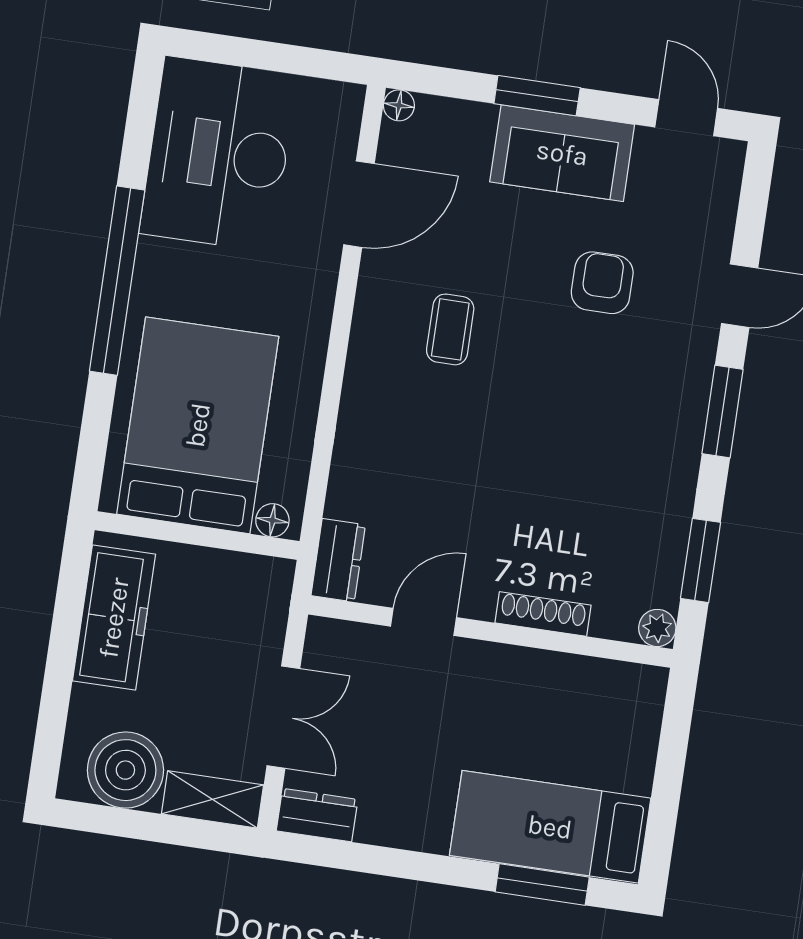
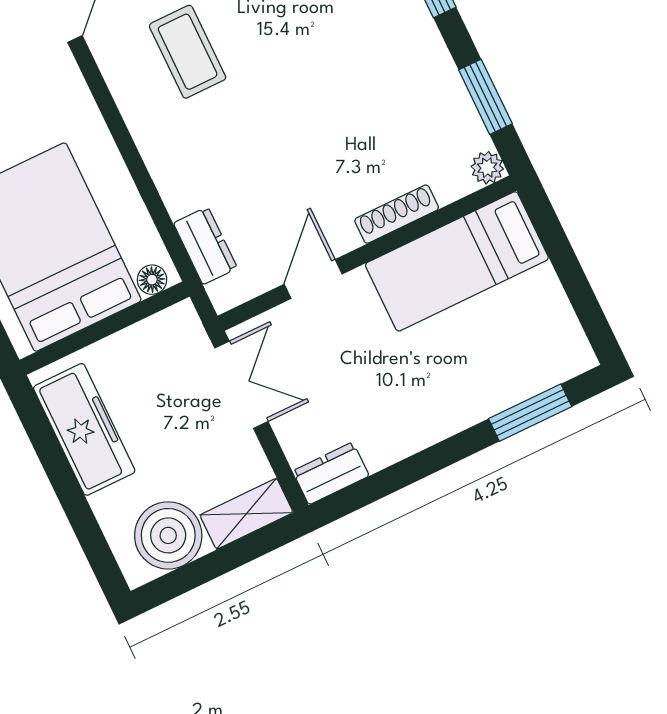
coffee table: (450, 329) -> (188, 52), width x1.36, depth x1.30
dresser: (338, 560) -> (205, 246), moved
double door: (283, 717) -> (241, 385), moved
bed: (550, 827) -> (457, 261), moved

